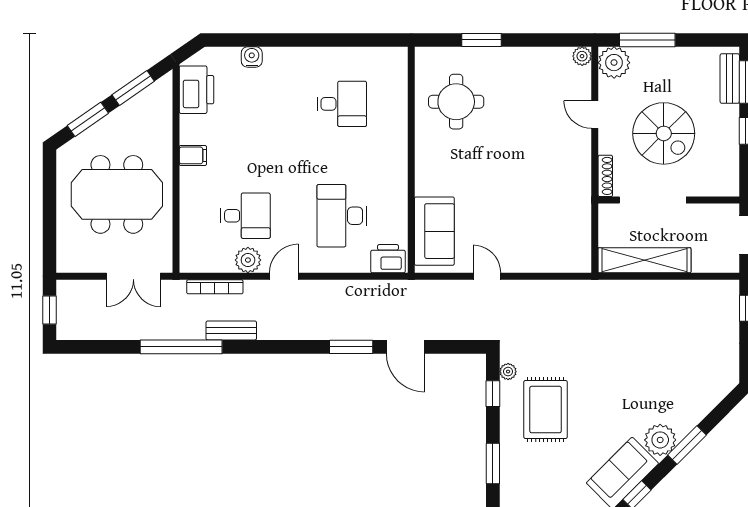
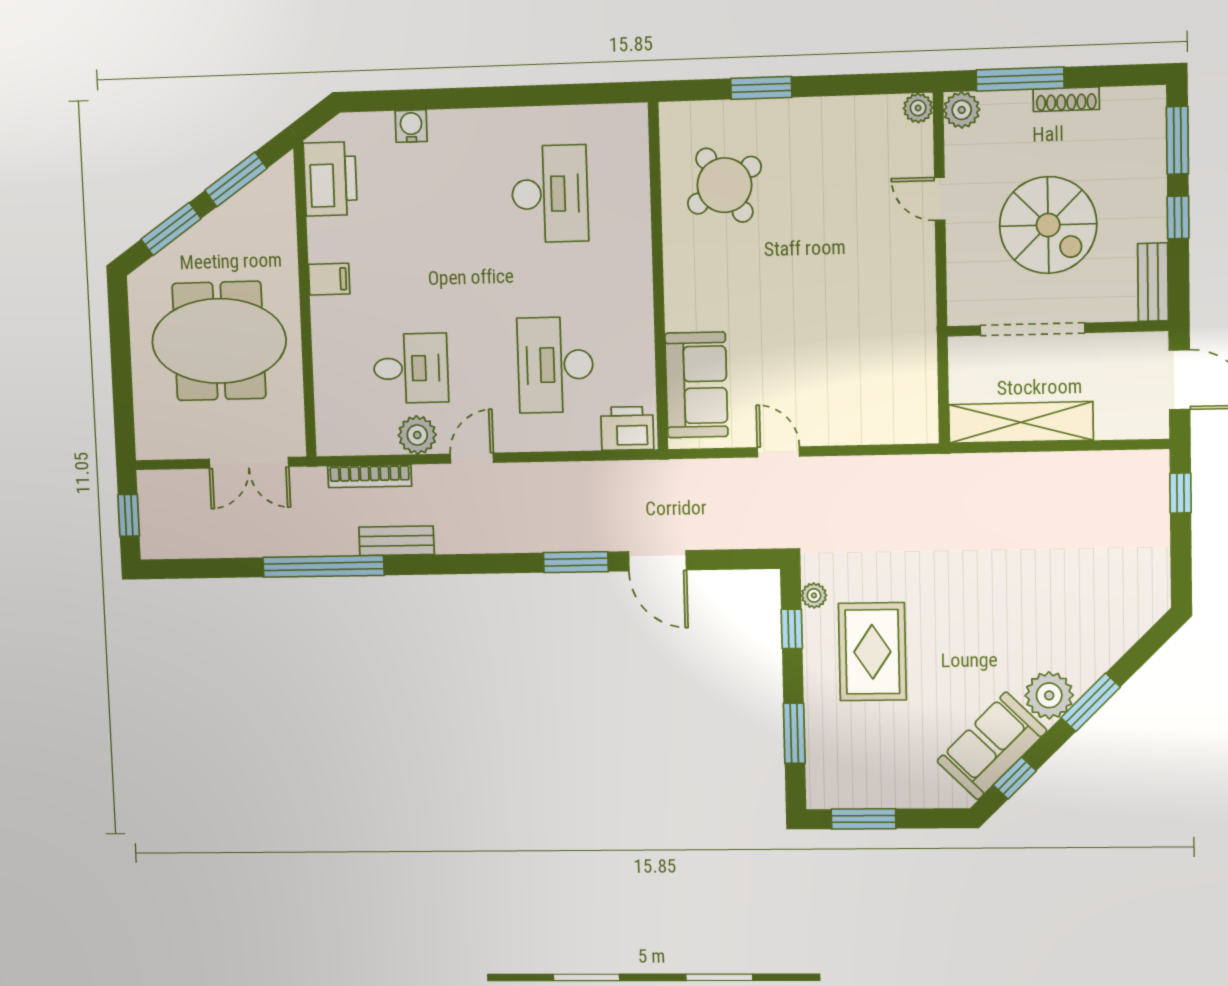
plant: (614, 63) -> (962, 110), width x0.73, depth x0.73
bench: (730, 78) -> (1153, 282), moved
round table: (456, 102) -> (724, 185), turned -33
desk: (342, 104) -> (550, 194), width x1.37
shoe rack: (605, 176) -> (1066, 99), moved, turned 90

